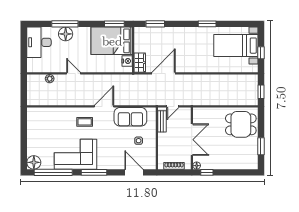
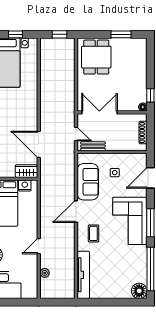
door: (104, 106) -> (76, 212), hinge flipped
tv unit: (48, 113) -> (83, 275), added
double door: (192, 140) -> (99, 112), moved
corner sofa: (75, 154) -> (130, 221), moved

